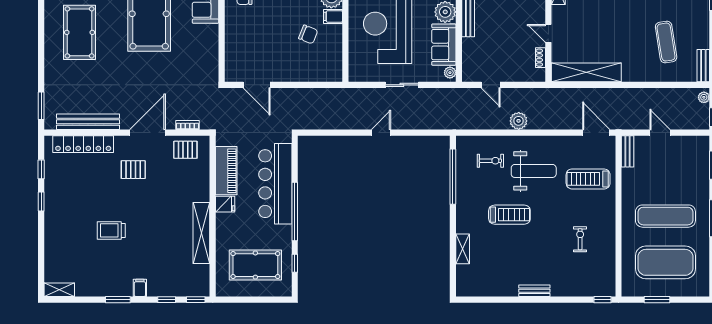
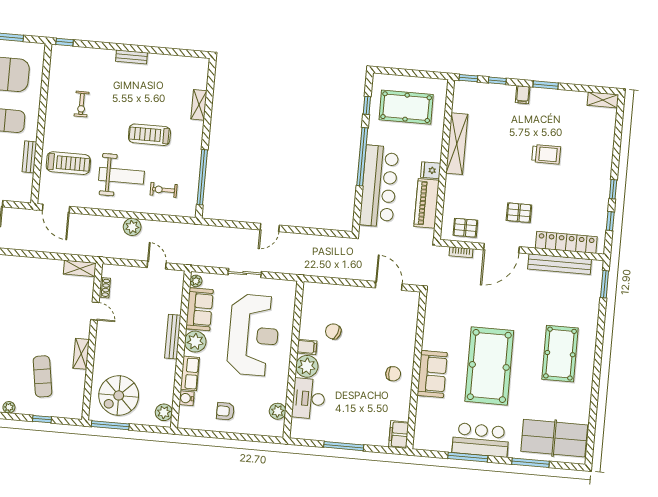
shelving: (586, 72) -> (80, 268), width x0.45, depth x0.75
bench: (627, 151) -> (29, 157), moved
weight bench: (534, 171) -> (122, 176), turned 180

